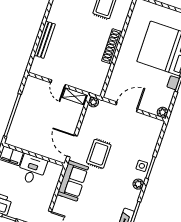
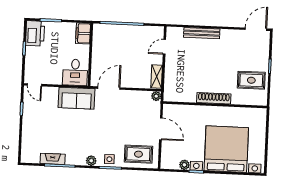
door: (58, 84) -> (164, 47), moved
plant: (163, 112) -> (184, 165), moved
rug: (99, 154) -> (138, 154), moved
desk: (32, 169) -> (75, 72), moved, turned 90

